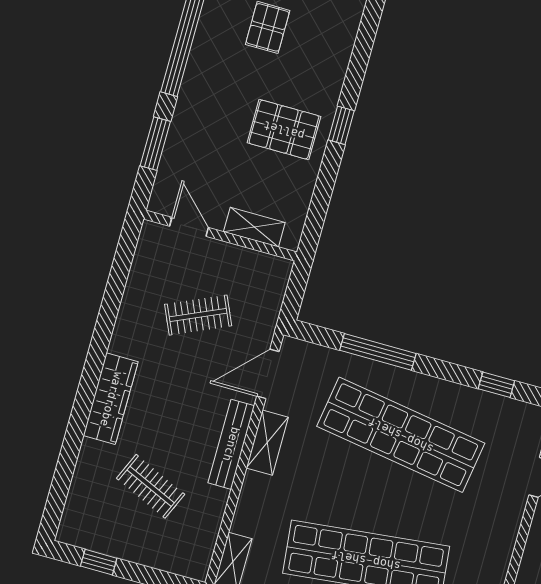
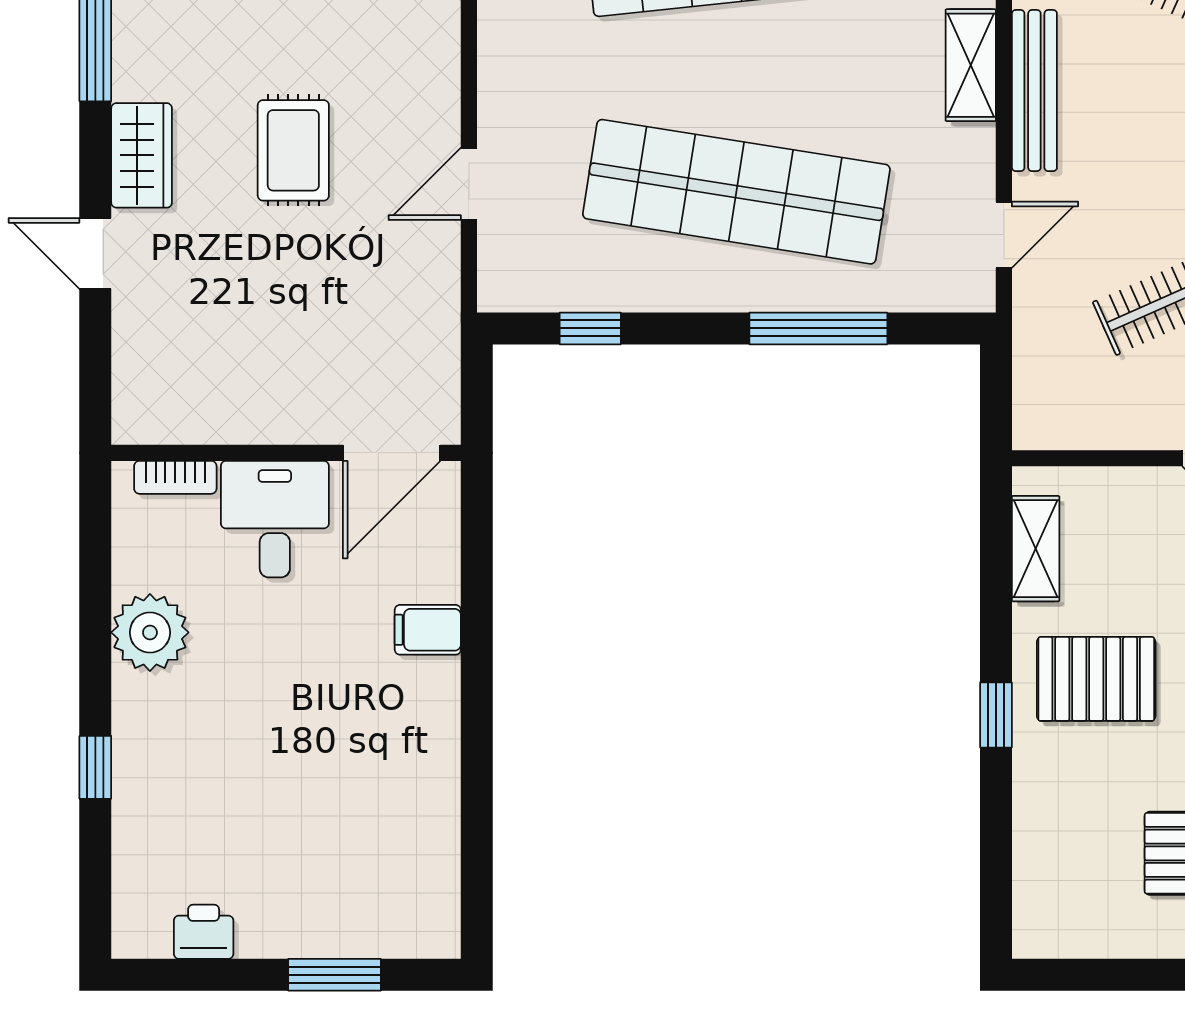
shelving: (254, 227) -> (1036, 549), moved, turned 90
door: (268, 374) -> (1004, 235), width x0.73
shelving: (267, 443) -> (971, 65), moved

